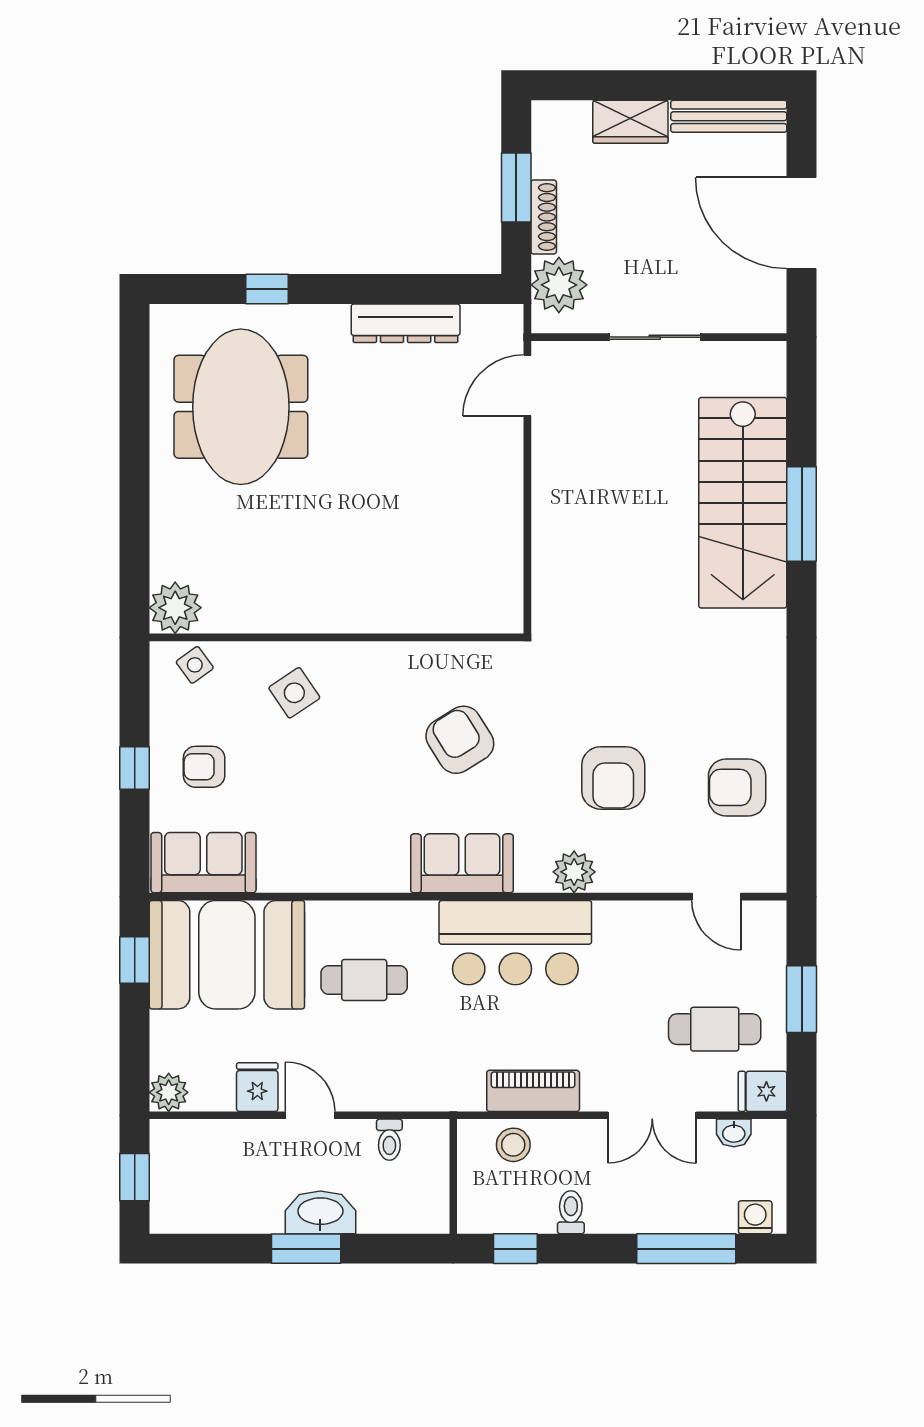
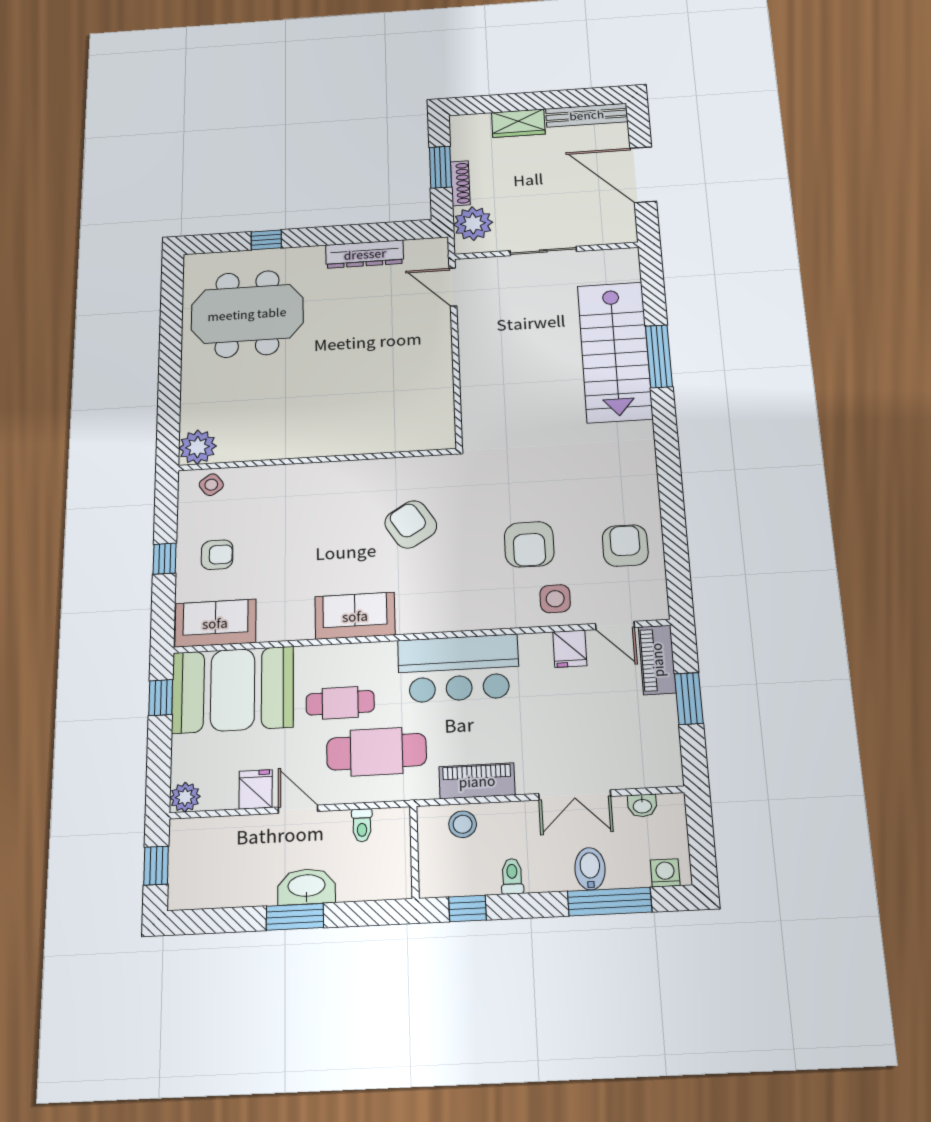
door: (527, 385) -> (453, 287), hinge flipped
meeting table: (241, 407) -> (247, 314), turned 90
side table: (294, 693) -> (555, 599), moved, turned 34
armchair: (204, 767) -> (217, 555), turned 180
armchair: (737, 787) -> (625, 546), turned 90
sofa: (462, 863) -> (355, 616), moved
plant: (574, 872) -> (502, 614), removed
piano: (766, 946) -> (657, 660), added
cafe table: (715, 1029) -> (376, 752), moved, width x1.37, depth x1.35
fridge: (763, 1091) -> (570, 649), moved, turned -90
bidet: (665, 1208) -> (590, 869), added

